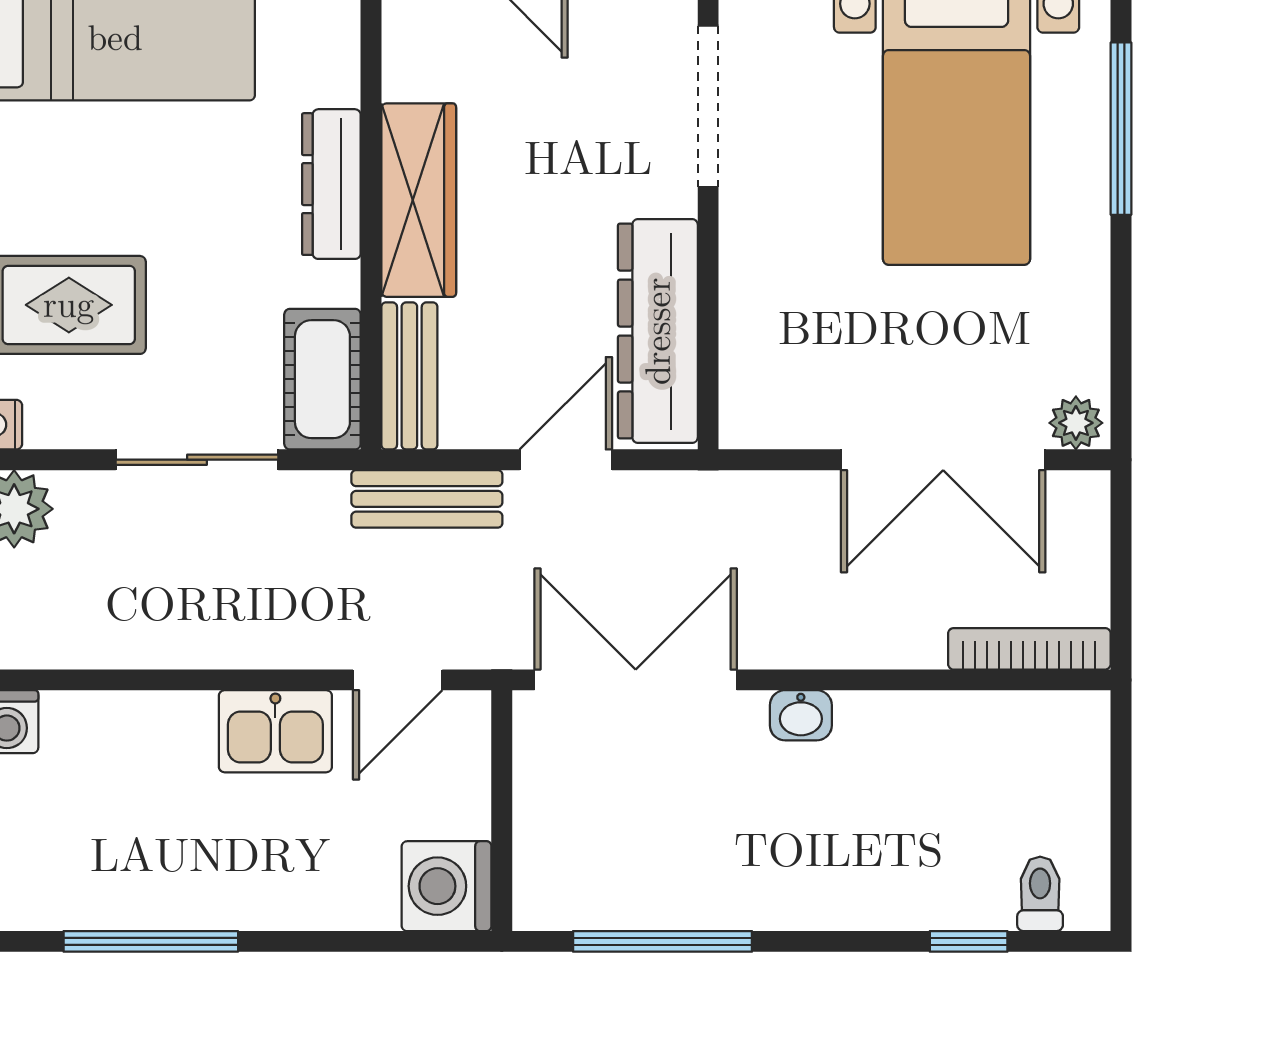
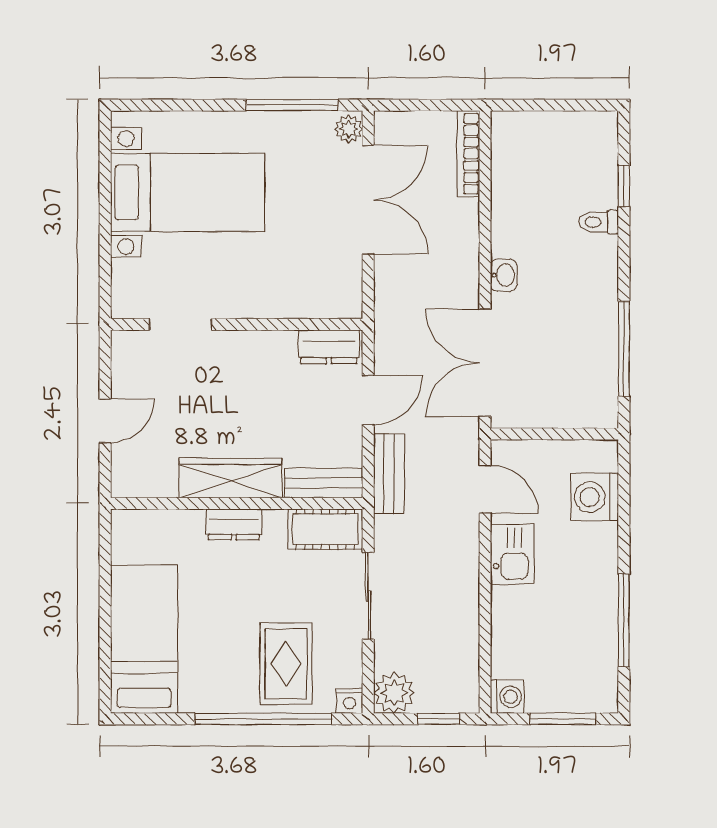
doorway: (708, 106) -> (180, 324), width x0.73
window: (1121, 129) -> (292, 105), moved
dresser: (331, 184) -> (234, 524), width x0.70
dresser: (658, 331) -> (329, 347), width x0.51, depth x0.80
door: (566, 460) -> (368, 400), swing flipped
washing machine: (446, 886) -> (594, 497), moved, turned 90
toilet: (1040, 894) -> (599, 222), moved

